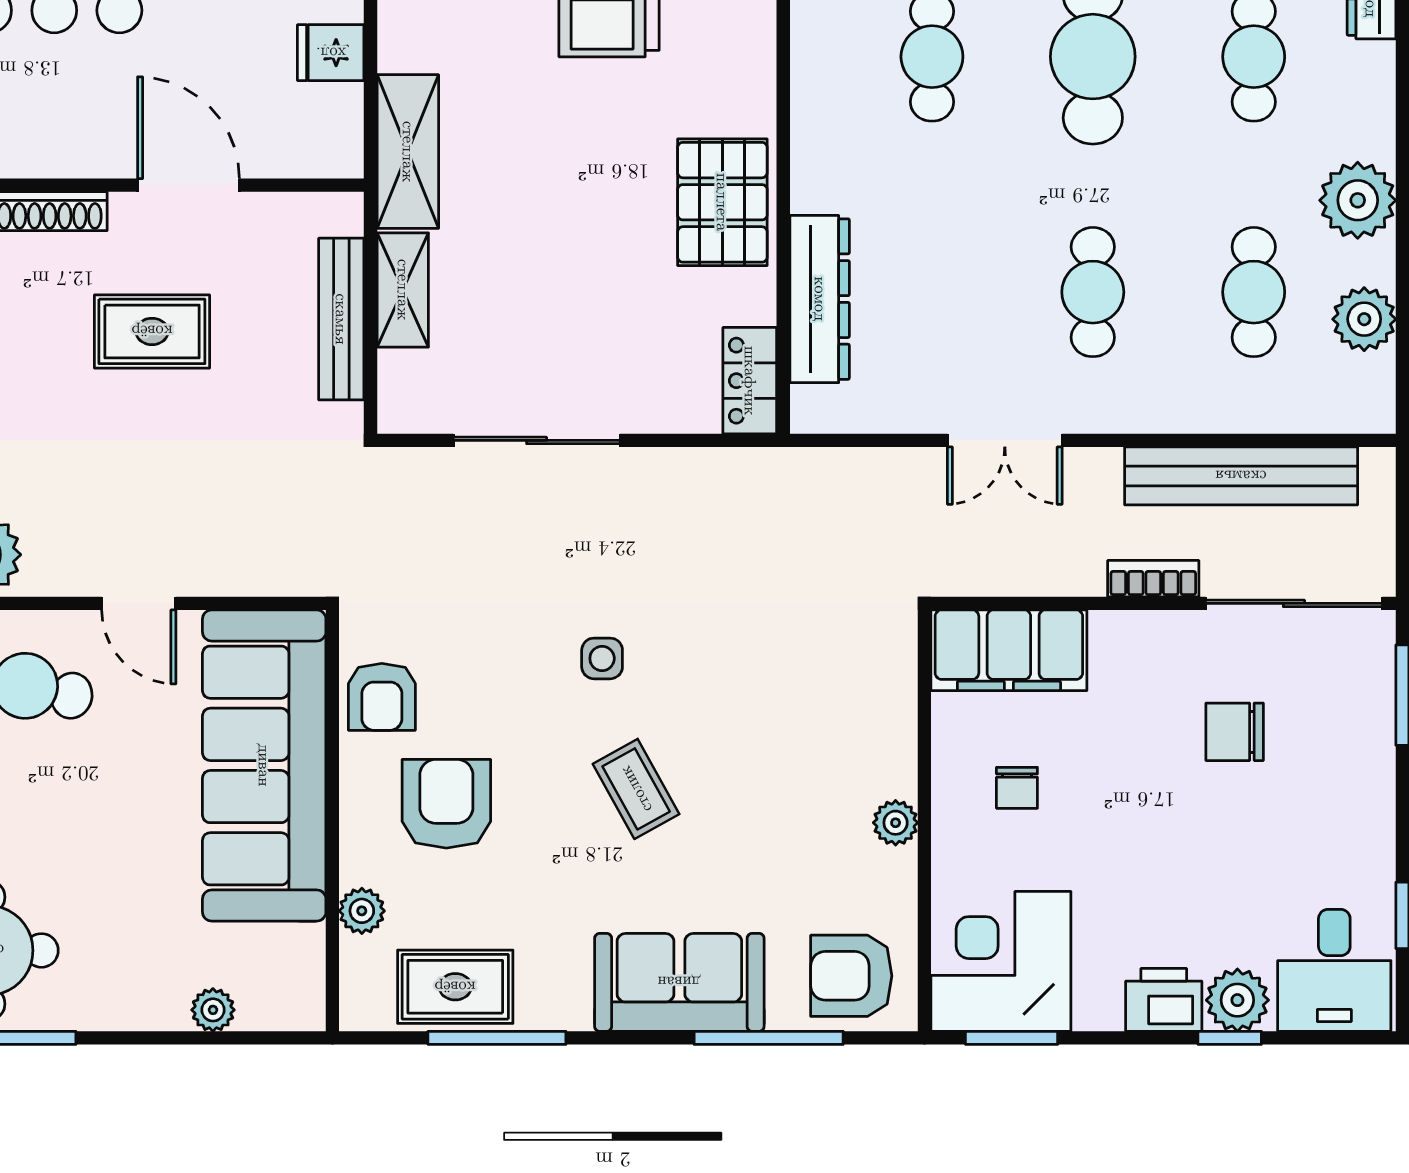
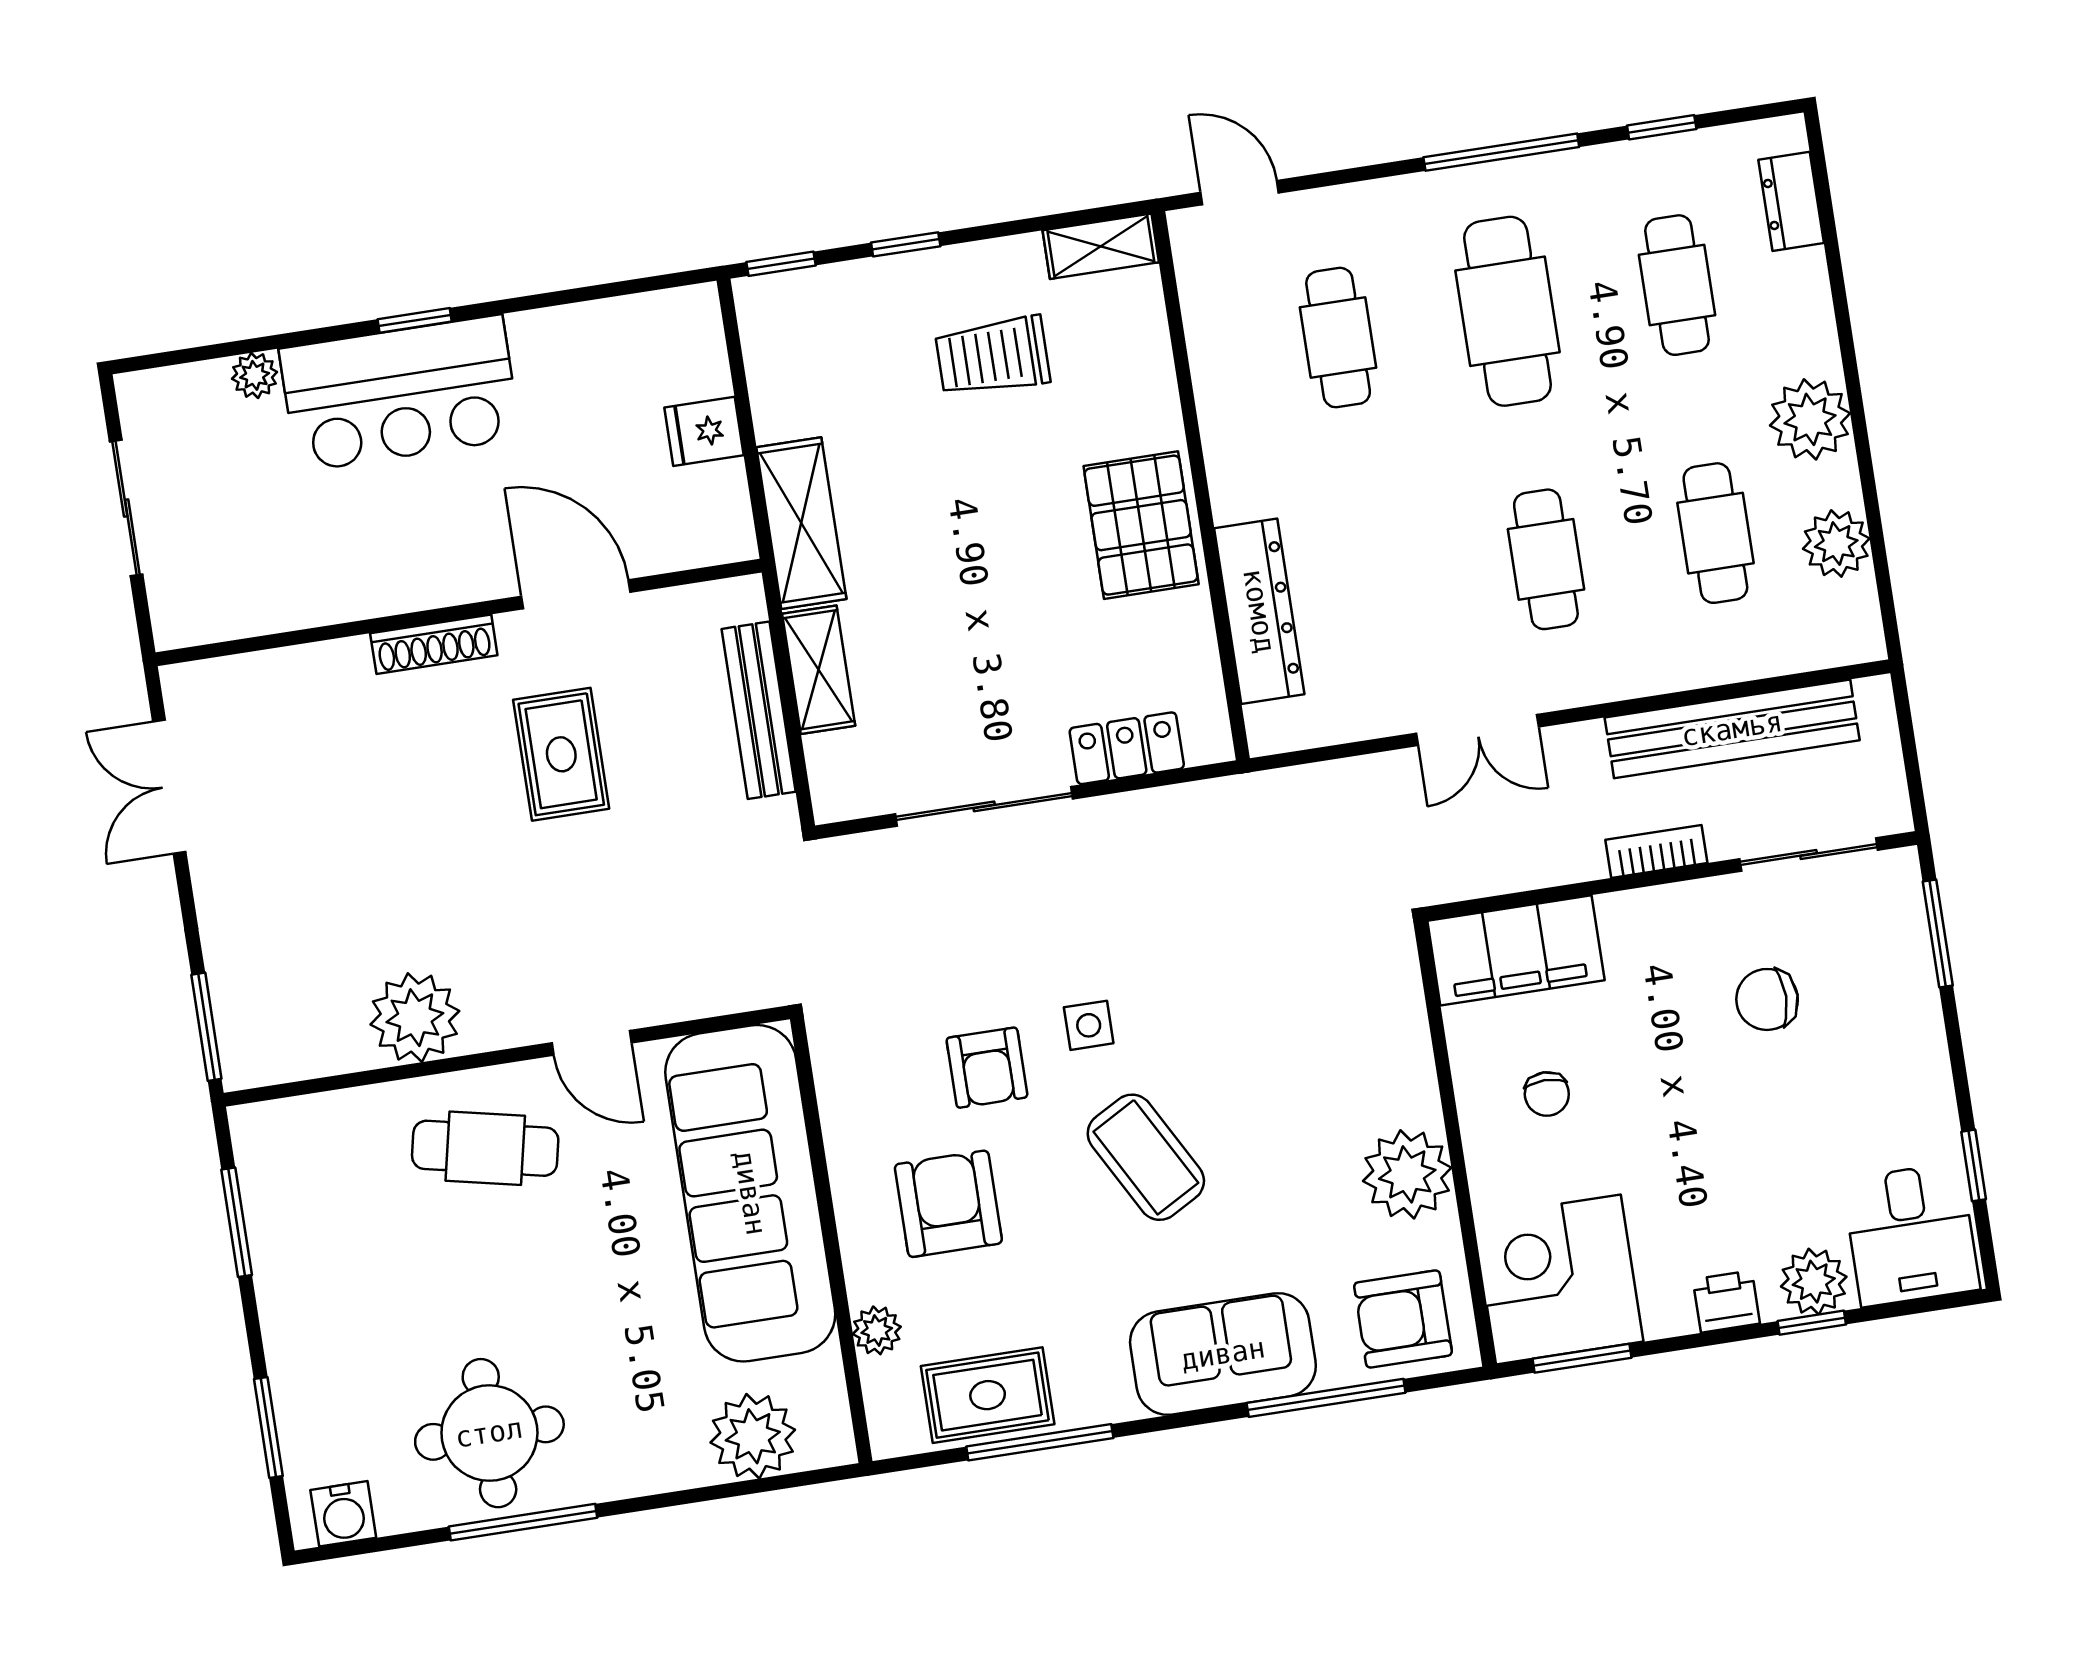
rug: (152, 331) -> (561, 754), turned 90
locker: (750, 381) -> (1127, 748), moved, turned 90
sliding door: (1294, 603) -> (1809, 855), width x0.73
armchair: (382, 697) -> (987, 1068), moved
coffee table: (636, 789) -> (1146, 1157), width x1.36, depth x1.30
plant: (896, 823) -> (1407, 1174), width x1.88, depth x1.88
printer: (1164, 1000) -> (1726, 1301), width x0.73, depth x0.81
plant: (213, 1010) -> (753, 1436), width x1.87, depth x1.87

